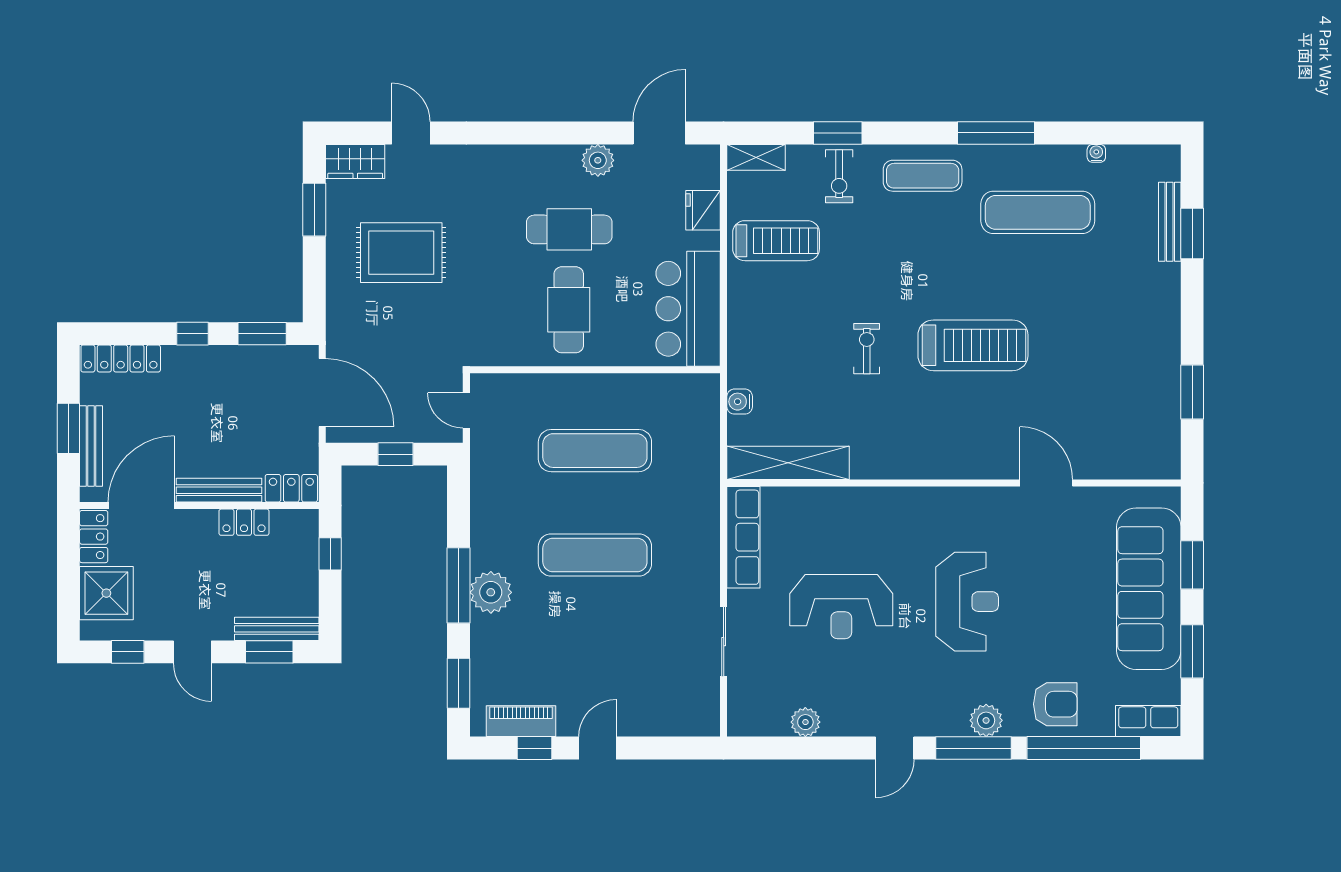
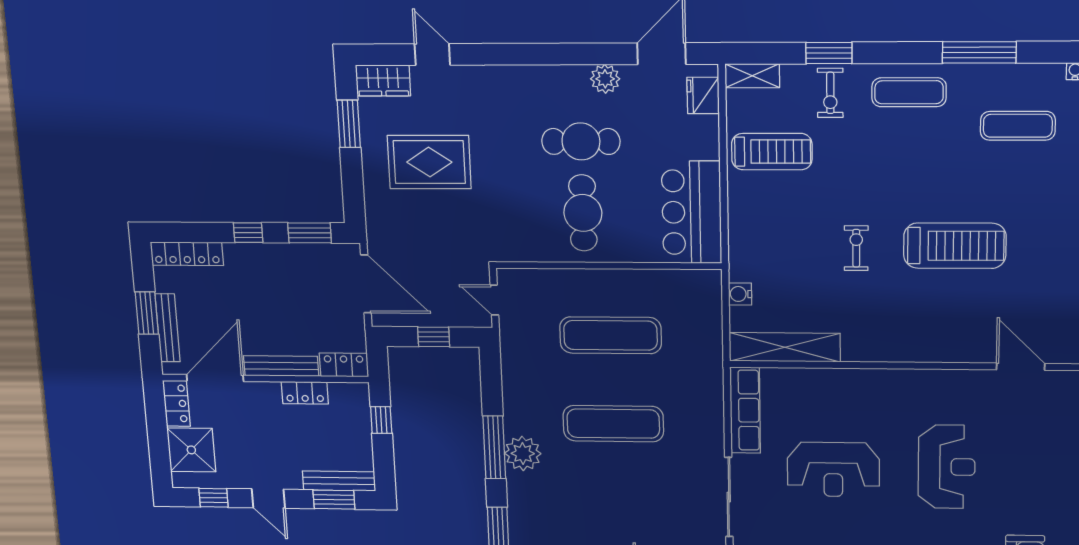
fridge: (703, 210) -> (703, 95), moved
exercise mat: (1038, 212) -> (1018, 126), width x0.73, depth x0.69
sliding door: (724, 642) -> (729, 497), width x1.37

